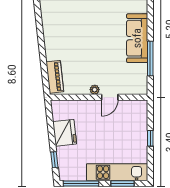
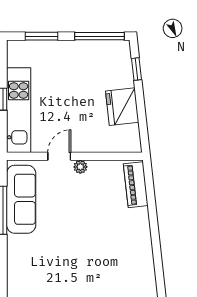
sofa: (137, 38) -> (21, 199), moved
kitchen unit: (117, 172) -> (19, 110), moved, turned -90

